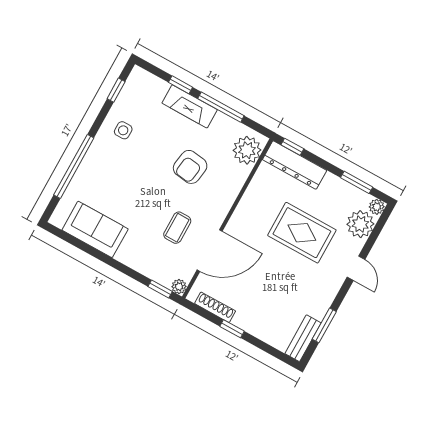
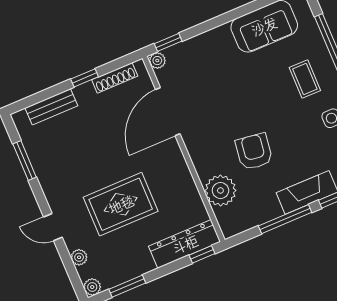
plant: (247, 150) -> (220, 190), moved
plant: (360, 224) -> (79, 257), width x0.53, depth x0.53
coffee table: (177, 228) -> (305, 79), moved
bench: (303, 338) -> (51, 107), moved, turned 90

